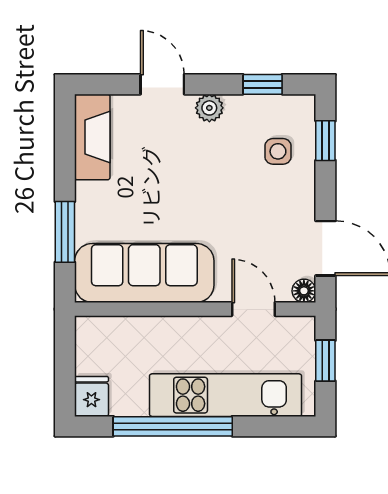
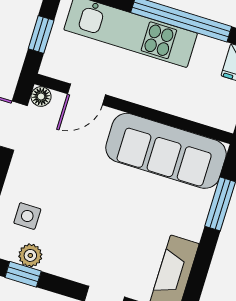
plant: (209, 108) -> (30, 255), moved
door: (253, 309) -> (87, 94), hinge flipped

